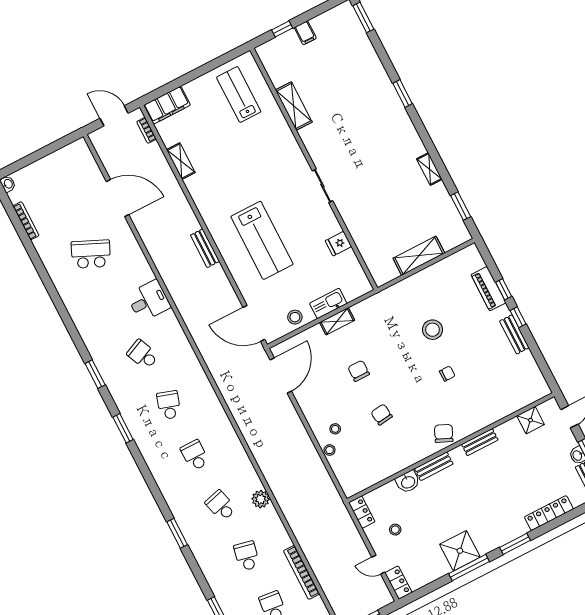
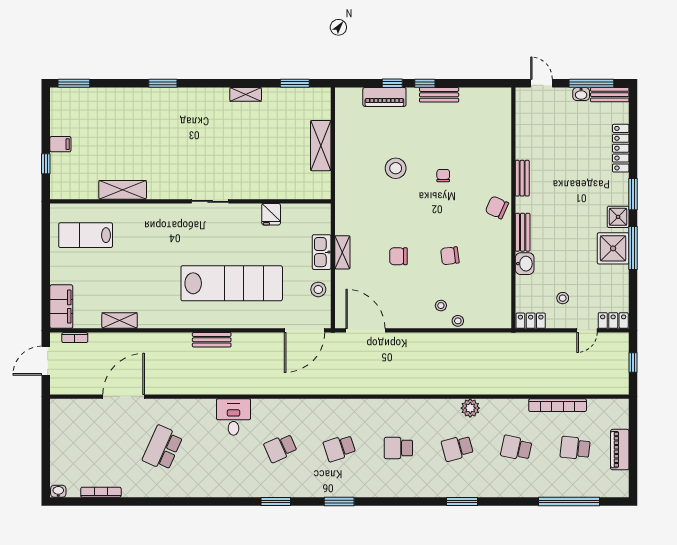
lab bench: (262, 240) -> (232, 283), width x1.36
school desk: (169, 405) -> (339, 448), turned -36
shower: (531, 420) -> (618, 217), moved

